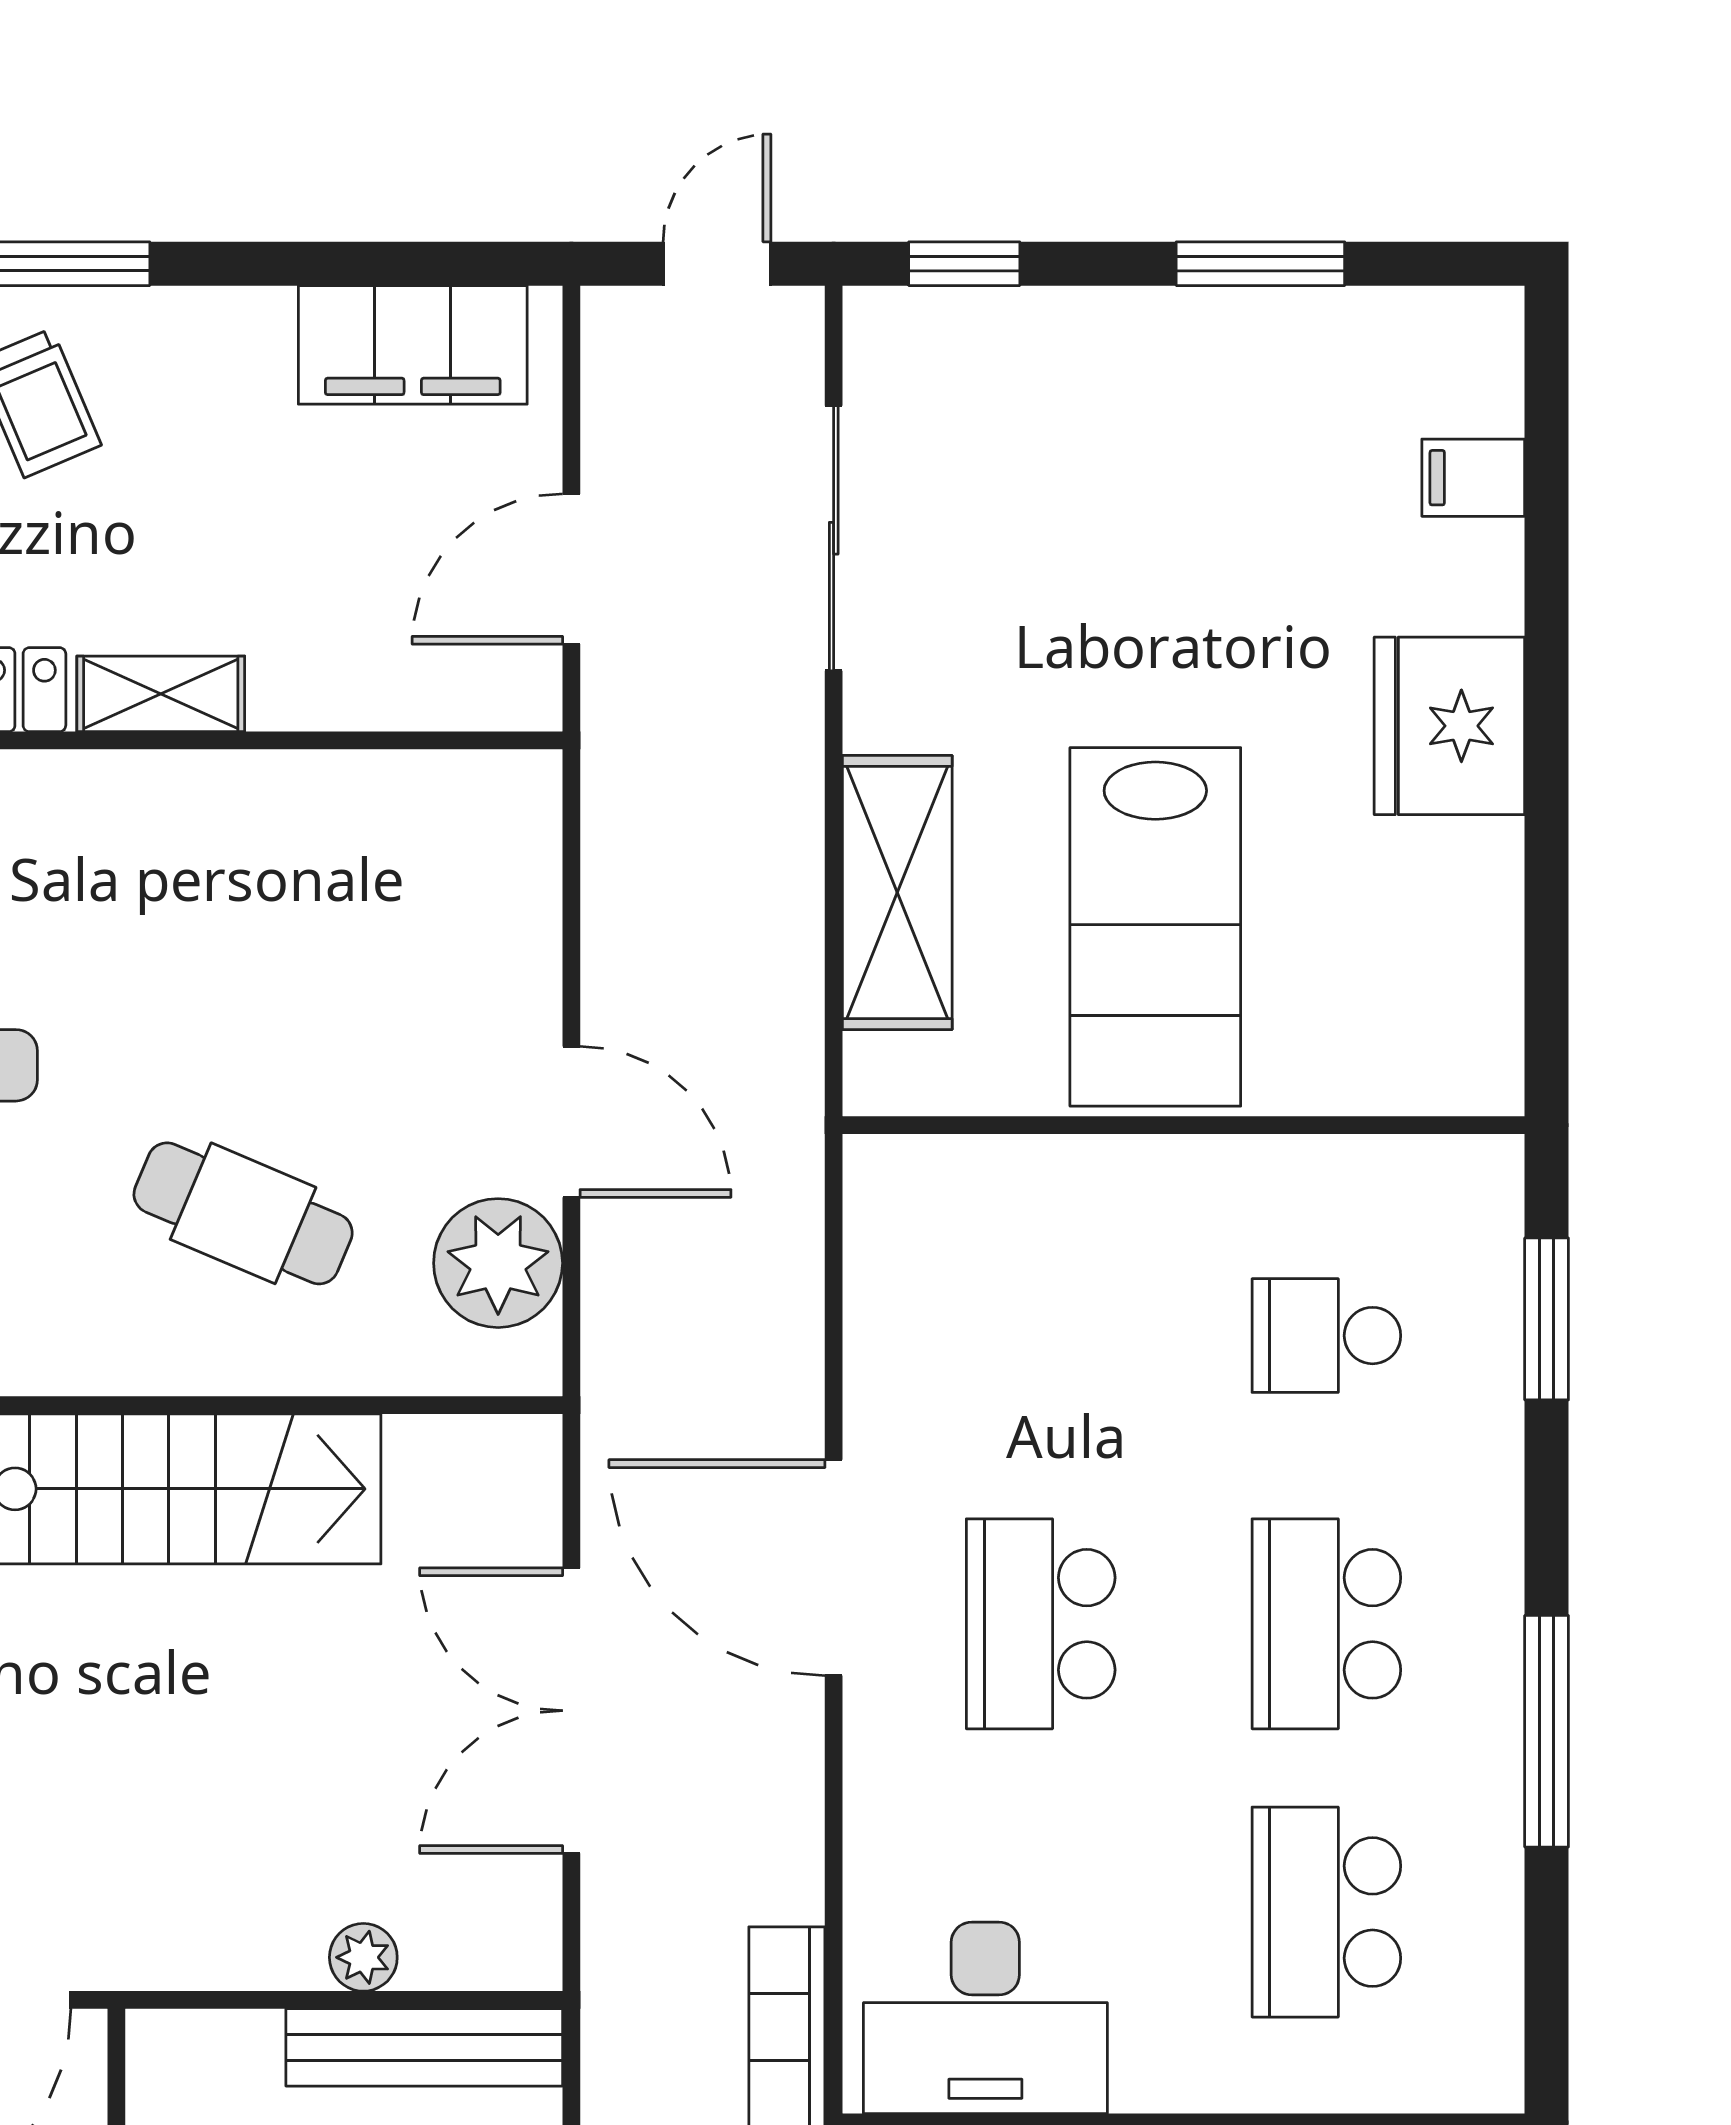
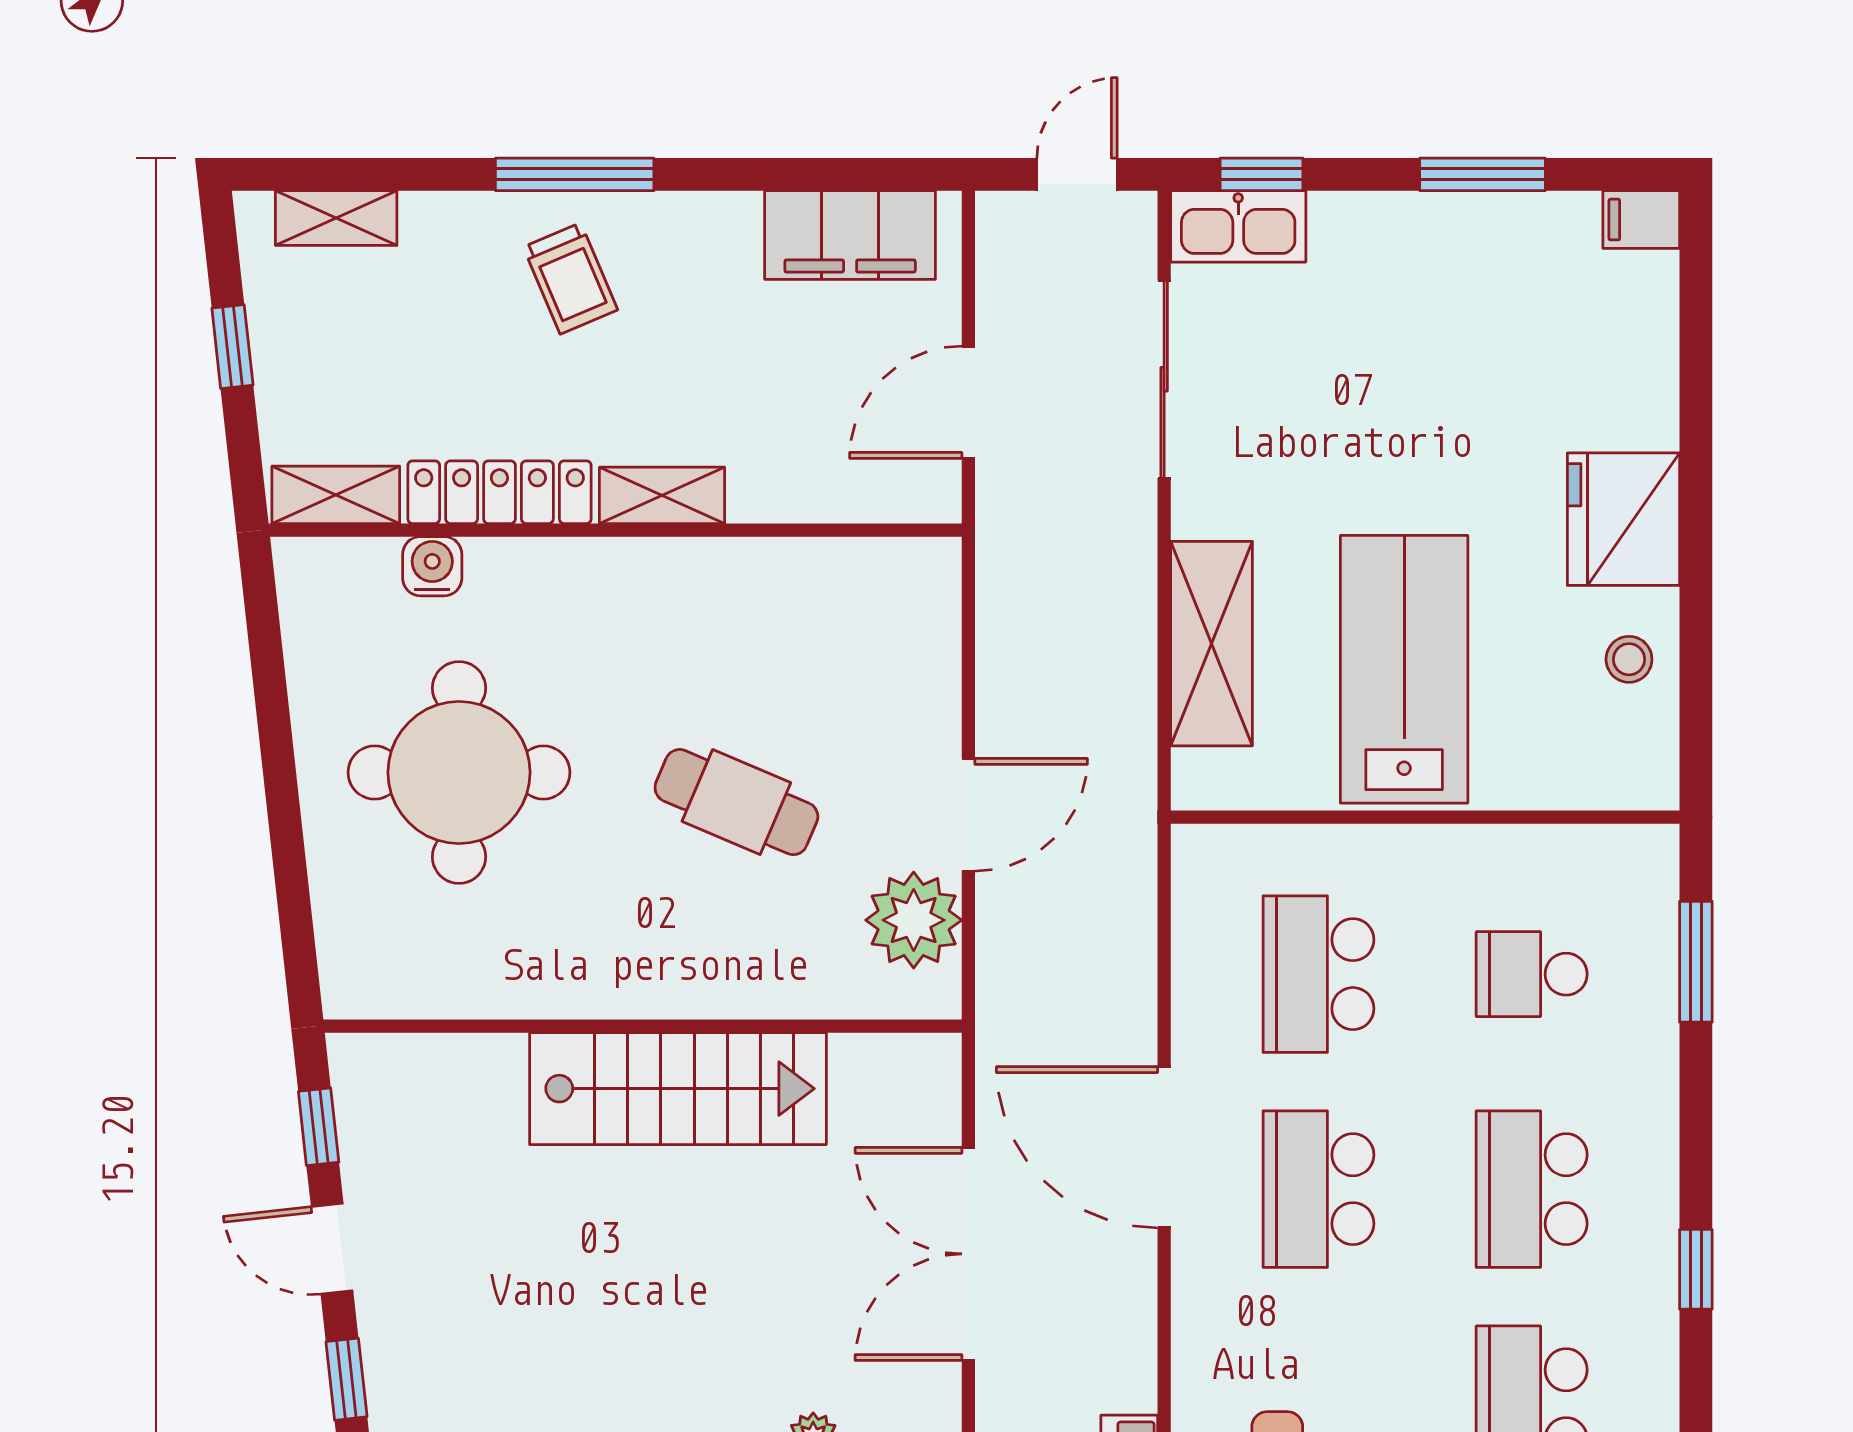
kitchen sink: (933, 333) -> (1238, 226), added
filing cabinet: (1473, 478) -> (1641, 220), moved
stool: (1457, 914) -> (1629, 659), added
lab bench: (1155, 927) -> (1404, 669), turned 180
door: (571, 1122) -> (968, 815), hinge flipped
cafe table: (243, 1213) -> (736, 802), moved
school desk: (1041, 1336) -> (1319, 974), added
window: (1547, 1731) -> (1696, 1269), width x0.46

